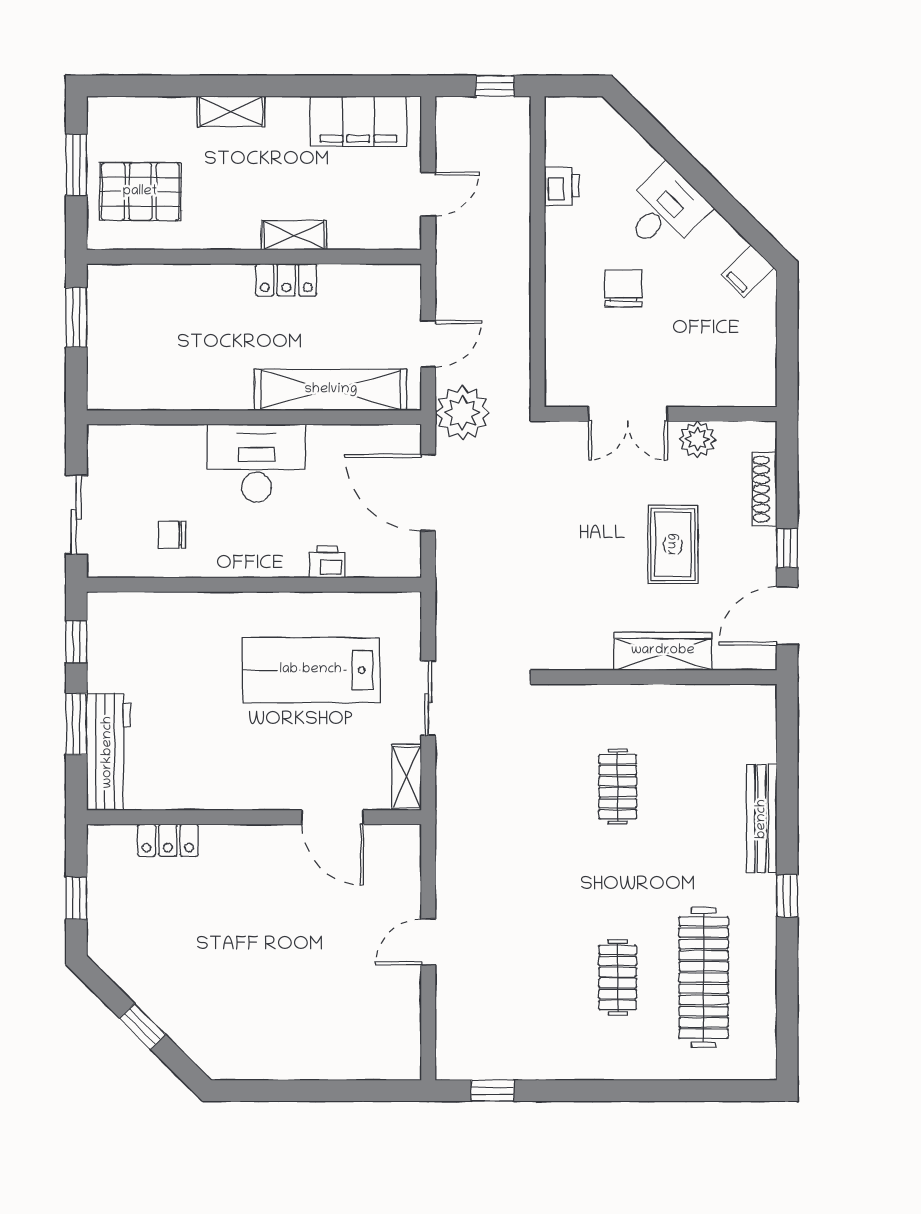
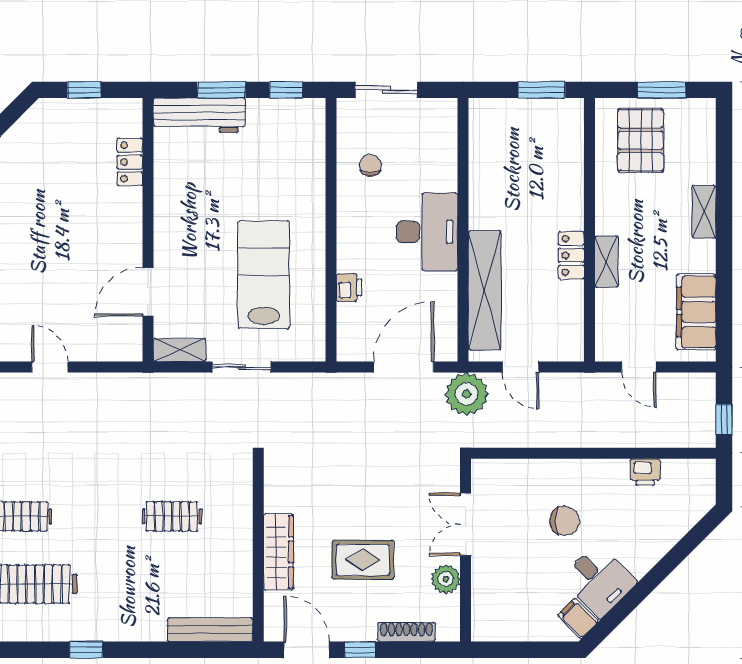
desk: (664, 210) -> (599, 581), moved
bench: (762, 819) -> (210, 630), moved

